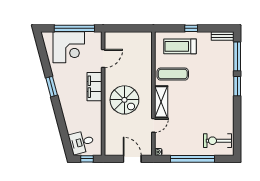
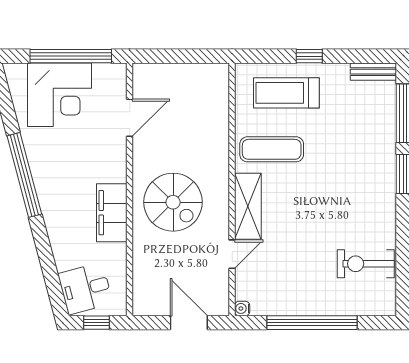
window: (52, 87) -> (24, 175), width x2.11
filing cabinet: (94, 87) -> (112, 213), moved
exercise bike: (217, 141) -> (366, 264), moved

